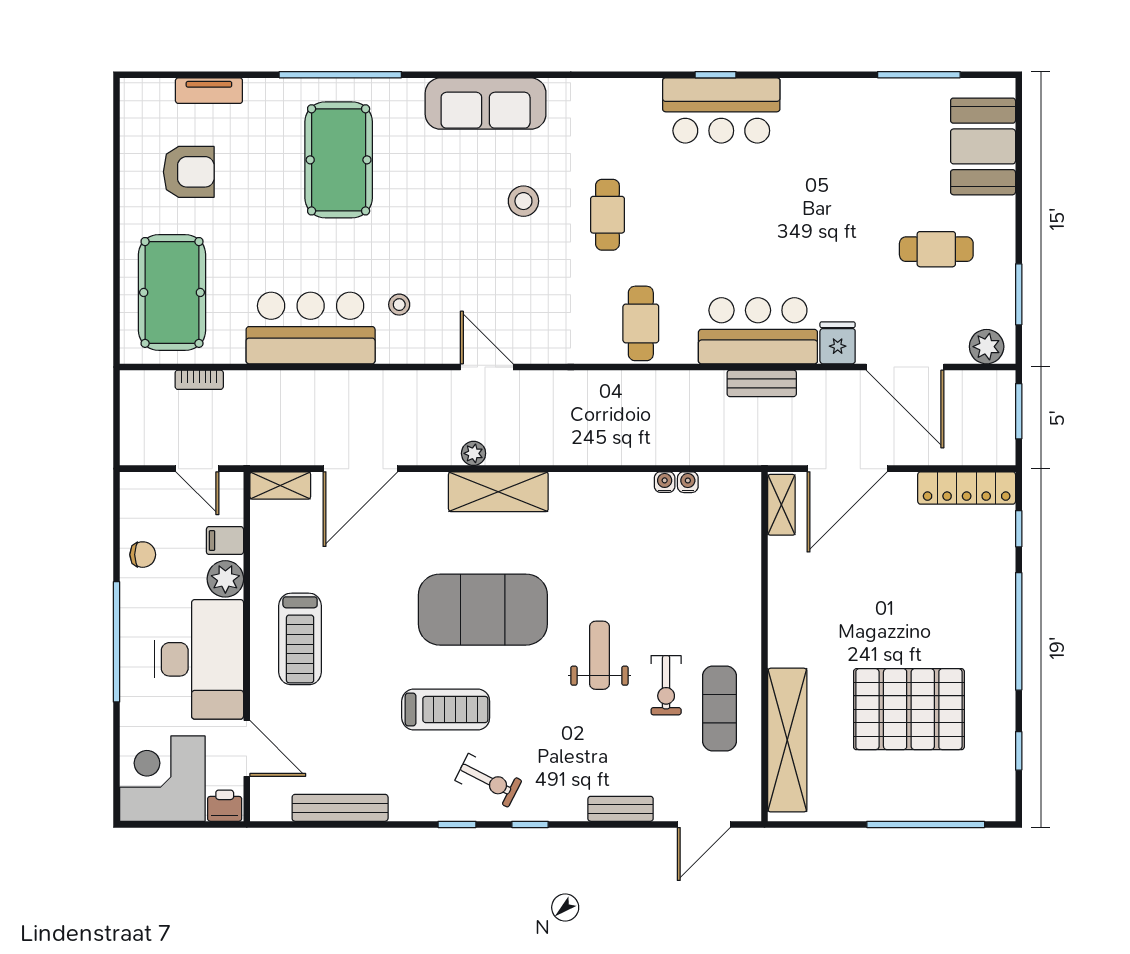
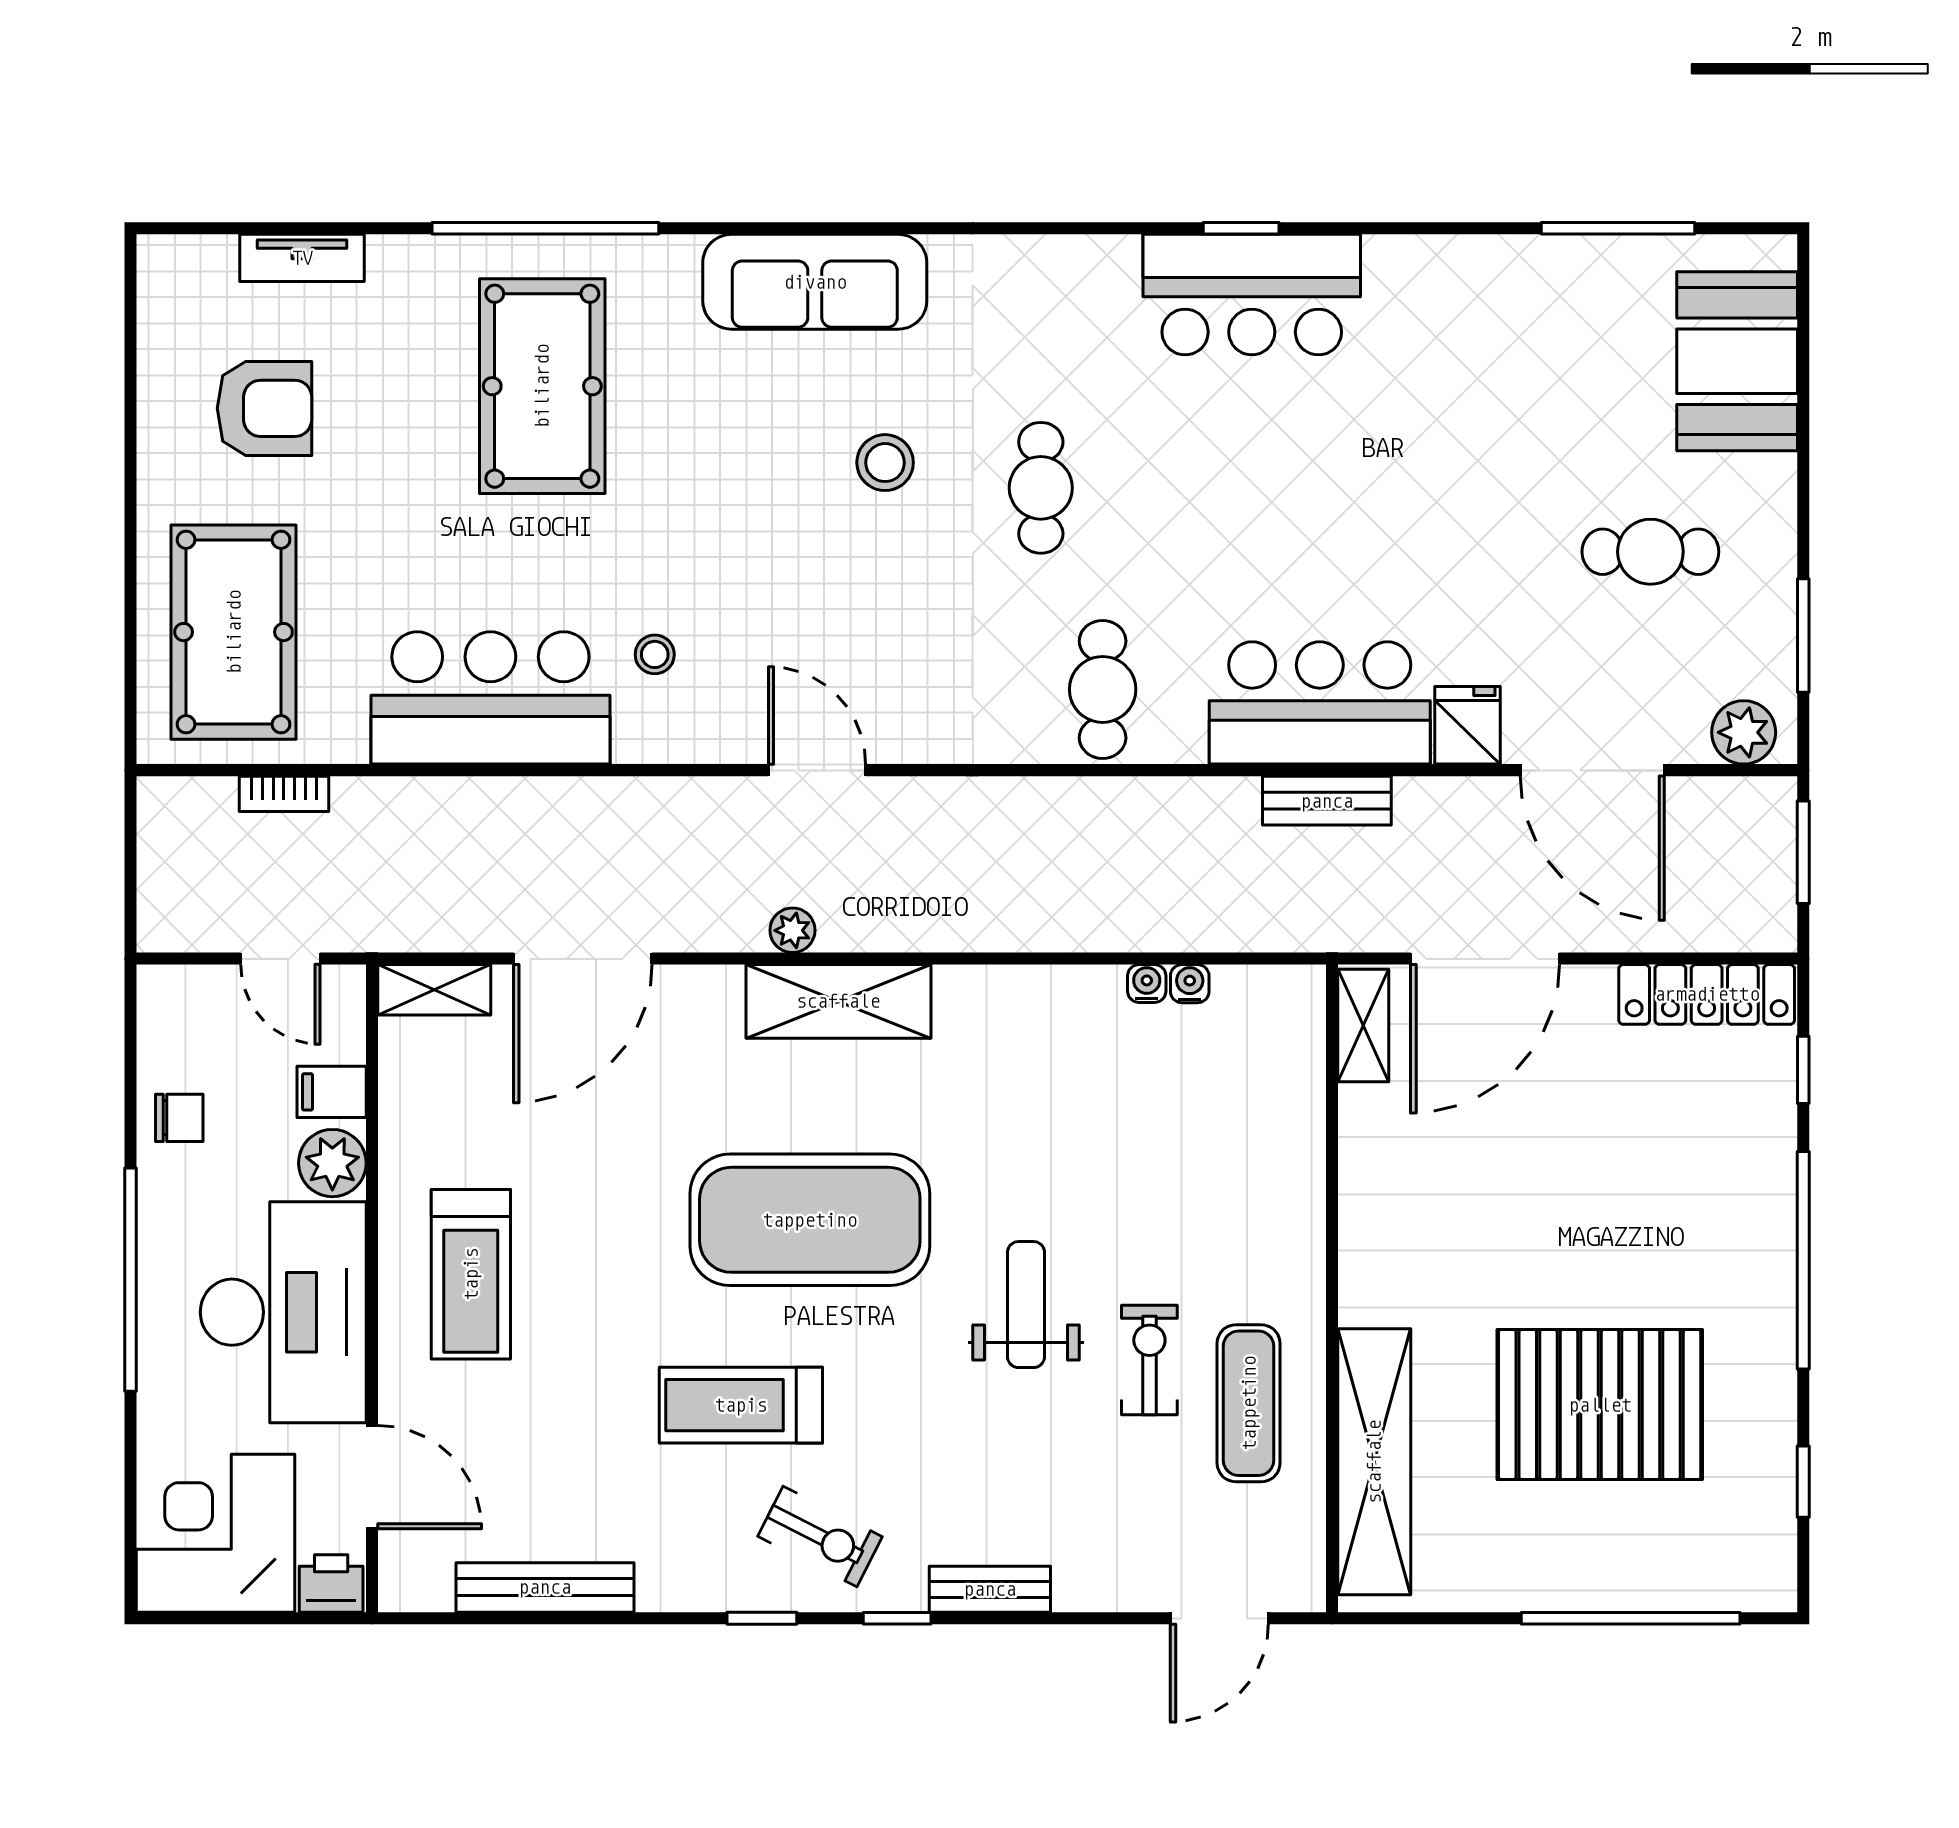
exercise bike: (666, 685) -> (1149, 1360), turned 180
treadmill: (446, 709) -> (741, 1405), turned 180
bench: (621, 809) -> (990, 1589), moved

